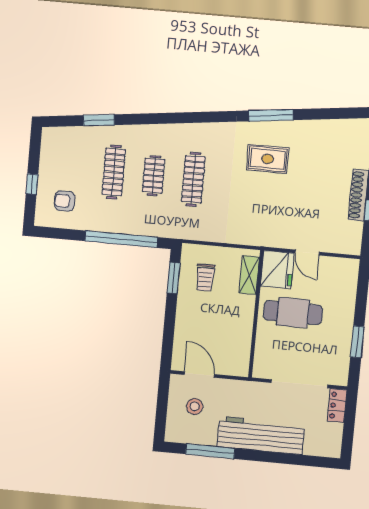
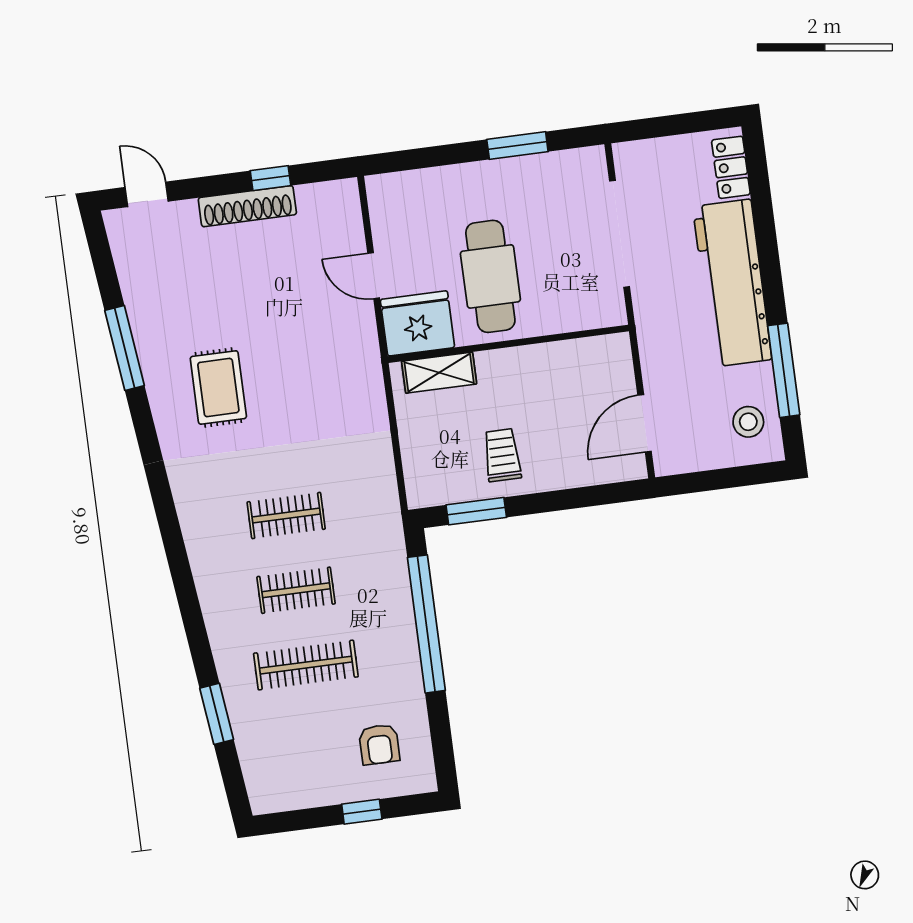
window: (271, 115) -> (125, 348), moved
clothes rail: (193, 179) -> (286, 515), width x0.73
door: (307, 253) -> (374, 276), swing flipped
trolley: (205, 278) -> (502, 455), moved, turned -90
stool: (195, 406) -> (748, 422), moved
locker: (337, 406) -> (731, 167), moved, turned 90

